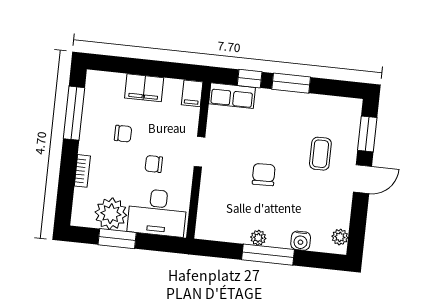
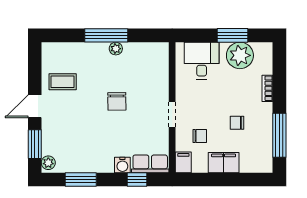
window: (291, 83) -> (81, 179), moved
coffee table: (320, 154) -> (63, 82), moved, turned 90
chair: (154, 164) -> (200, 136), moved
desk: (157, 212) -> (202, 61), width x0.73
plant: (340, 237) -> (48, 163), moved
water cooler: (301, 241) -> (122, 165), moved, turned 180

